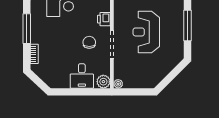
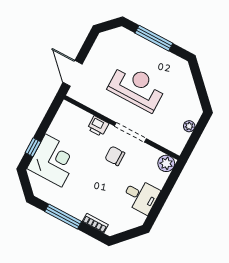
reception desk: (146, 32) -> (137, 87), turned 180
desk: (82, 76) -> (141, 196), moved
plant: (118, 84) -> (189, 126), moved

